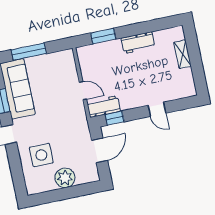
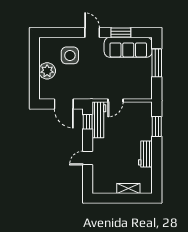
workbench: (104, 107) -> (99, 120), width x1.37

